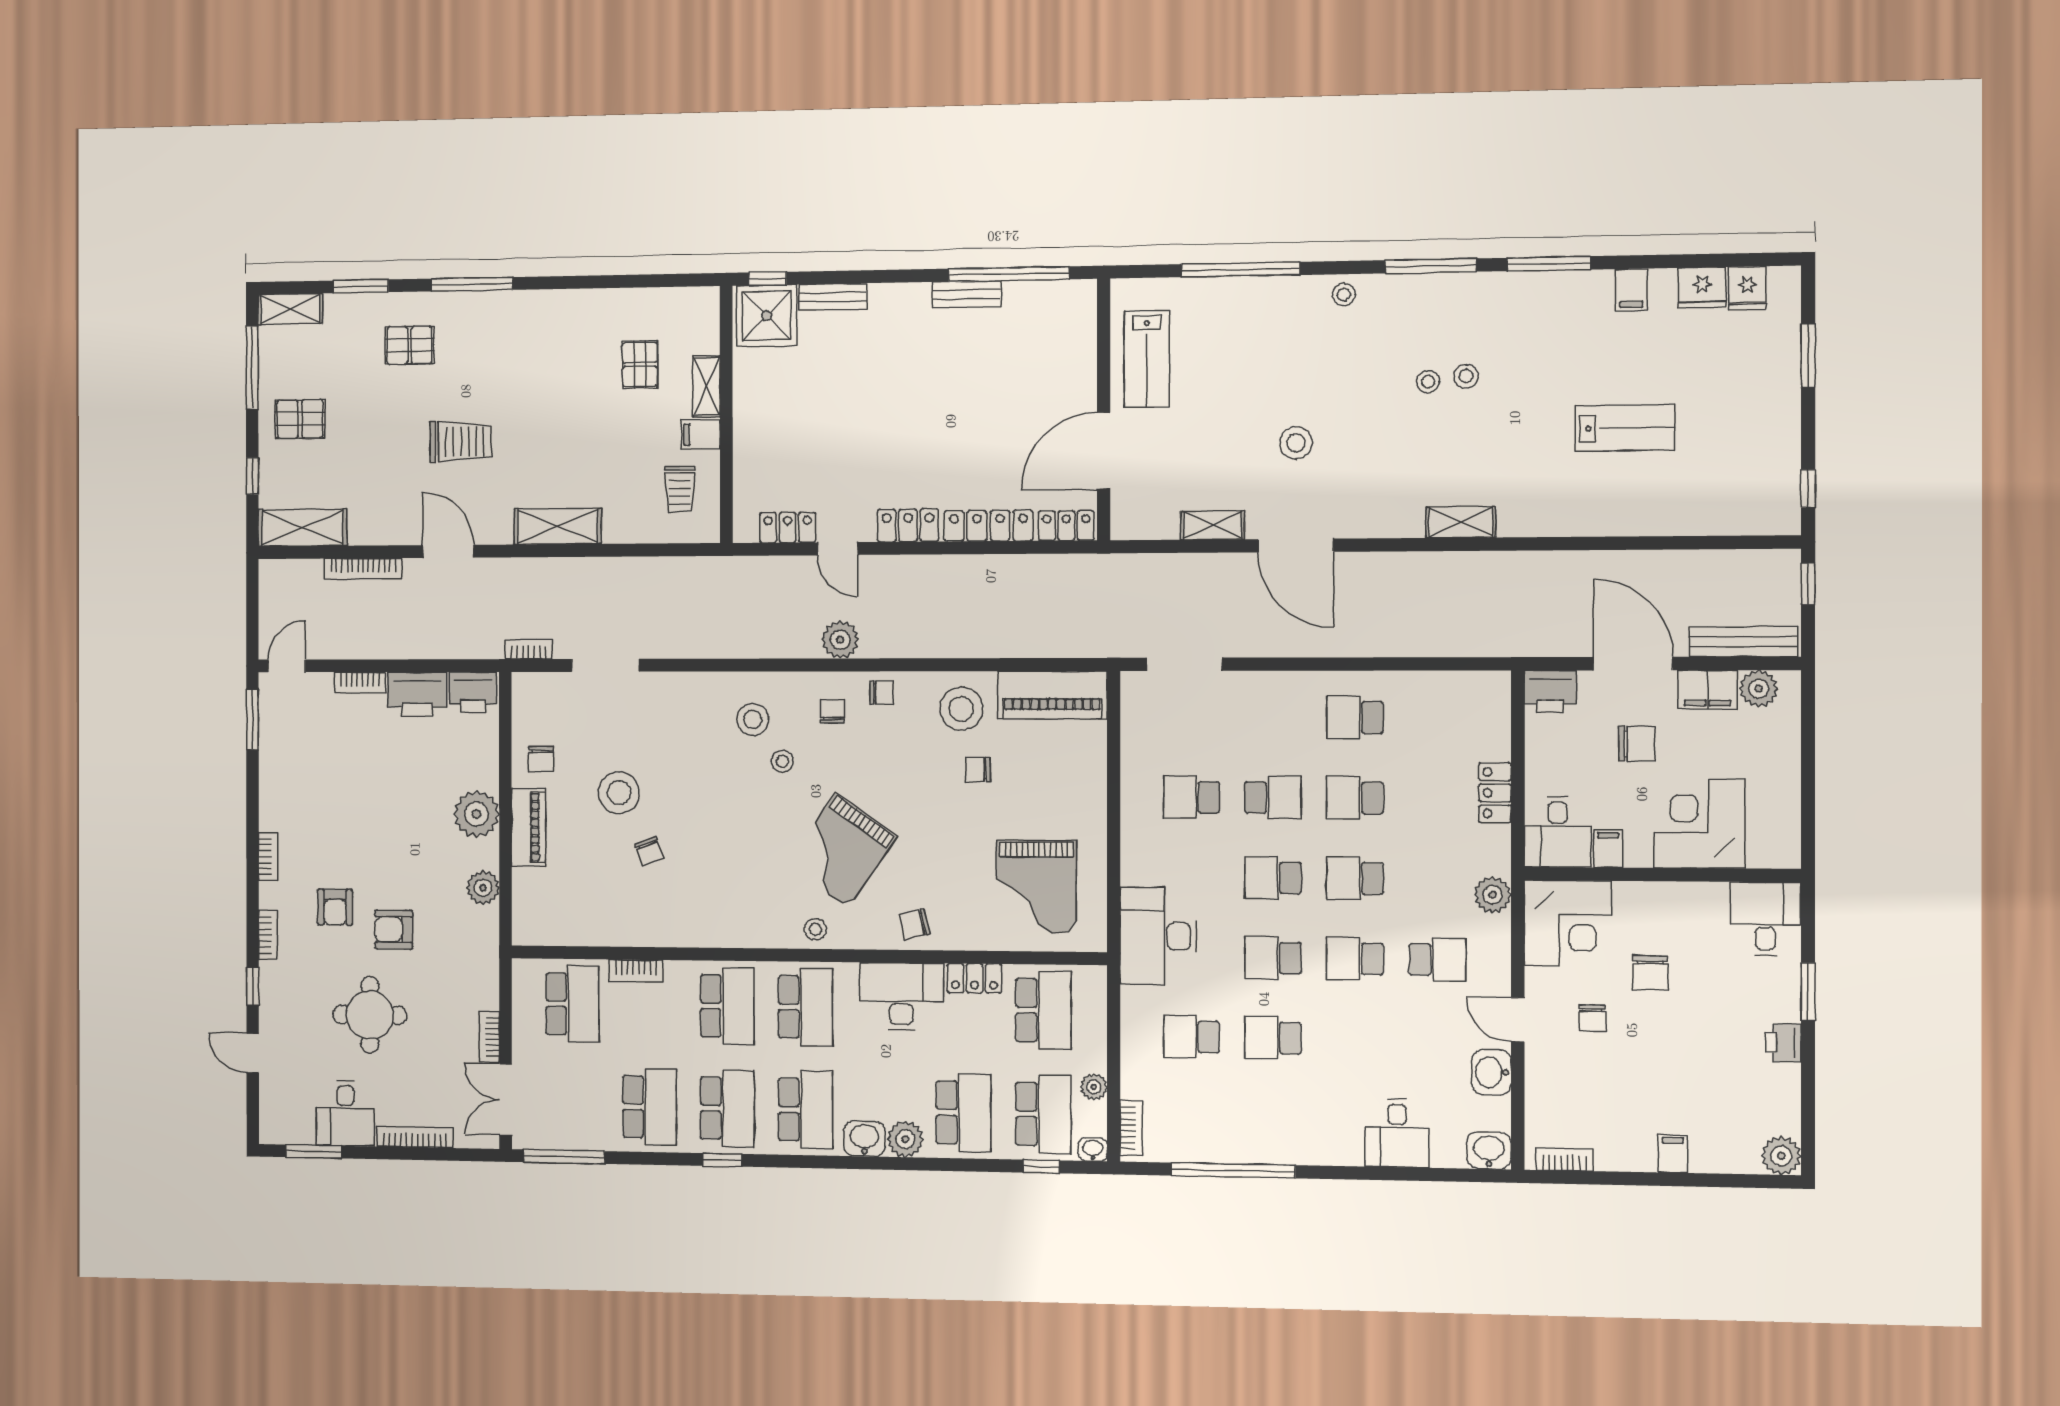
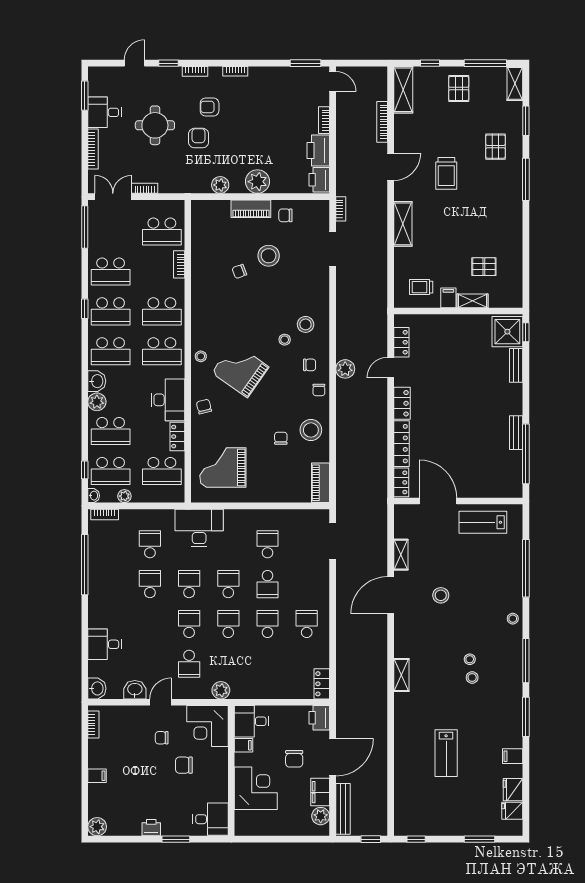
piano: (1052, 695) -> (321, 483), width x0.73, depth x0.75
locker: (1495, 793) -> (322, 684), moved, turned -90

